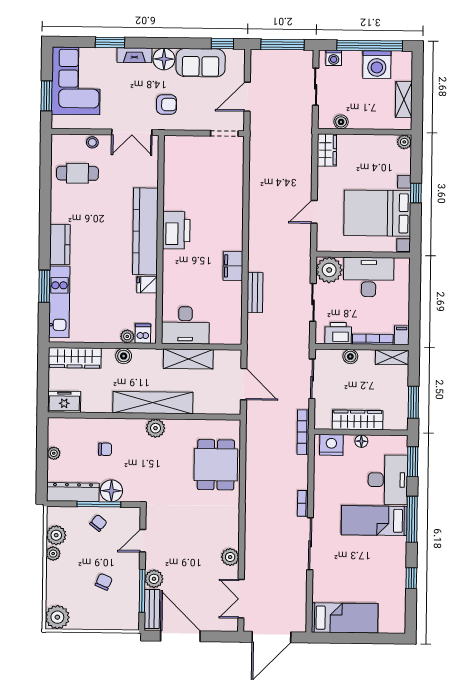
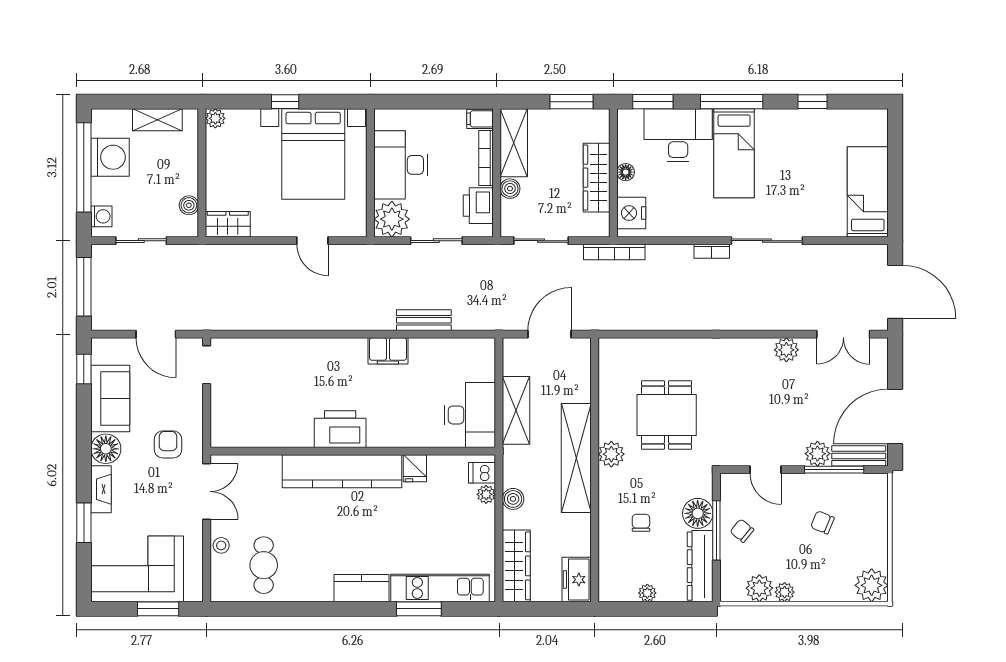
shelving: (392, 357) -> (514, 143), width x1.50, depth x1.33
dining table: (216, 465) -> (667, 415), moved, turned 90

